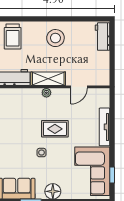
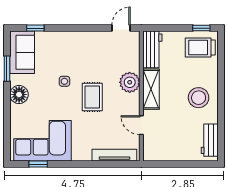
workbench: (102, 37) -> (210, 140), moved, turned -90
plant: (46, 93) -> (130, 82), width x1.88, depth x1.88
tv unit: (105, 127) -> (114, 155), moved

